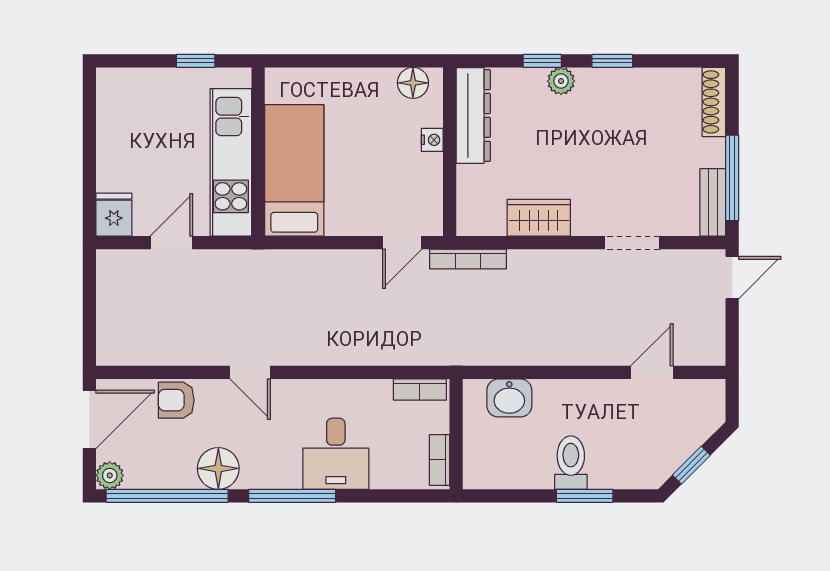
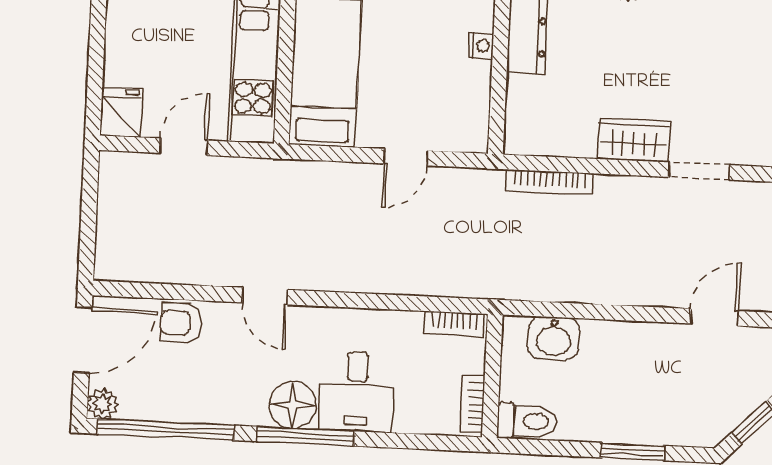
wardrobe: (539, 218) -> (634, 140), moved
door: (402, 243) -> (406, 157), moved
bookcase: (468, 259) -> (550, 182), moved
toilet: (571, 463) -> (527, 421), moved, turned 90
floor lamp: (218, 468) -> (293, 405), moved

